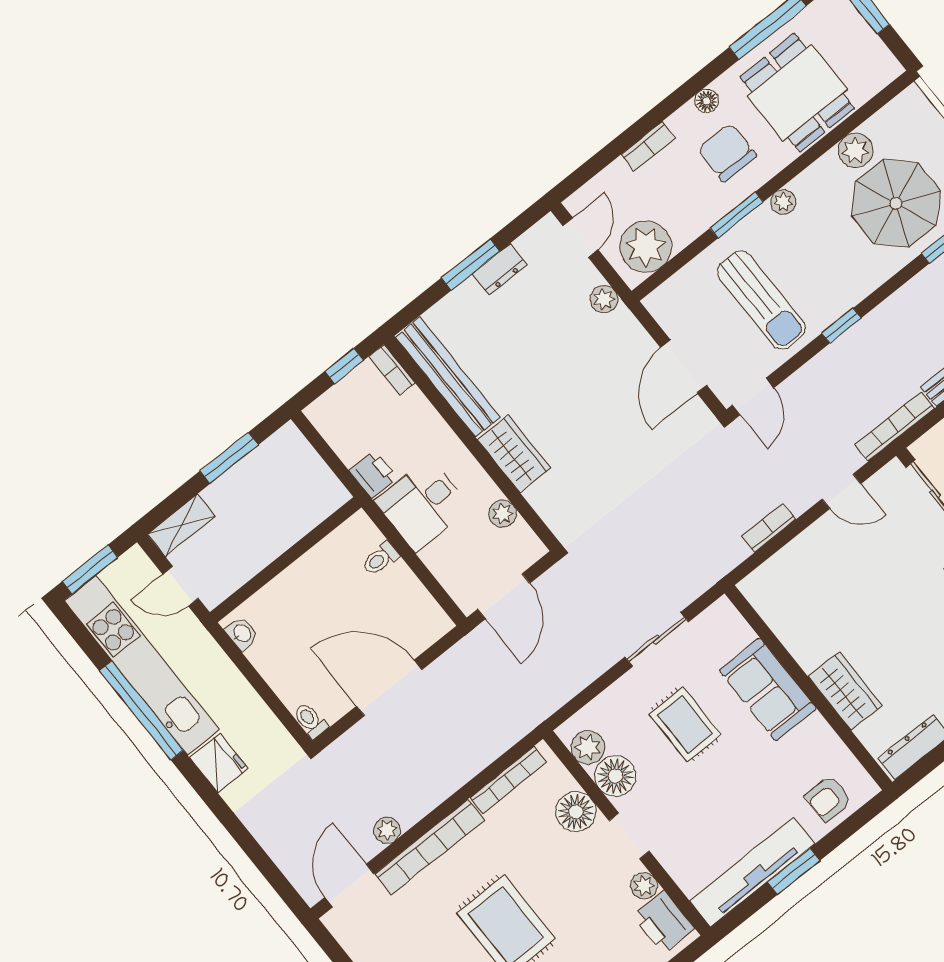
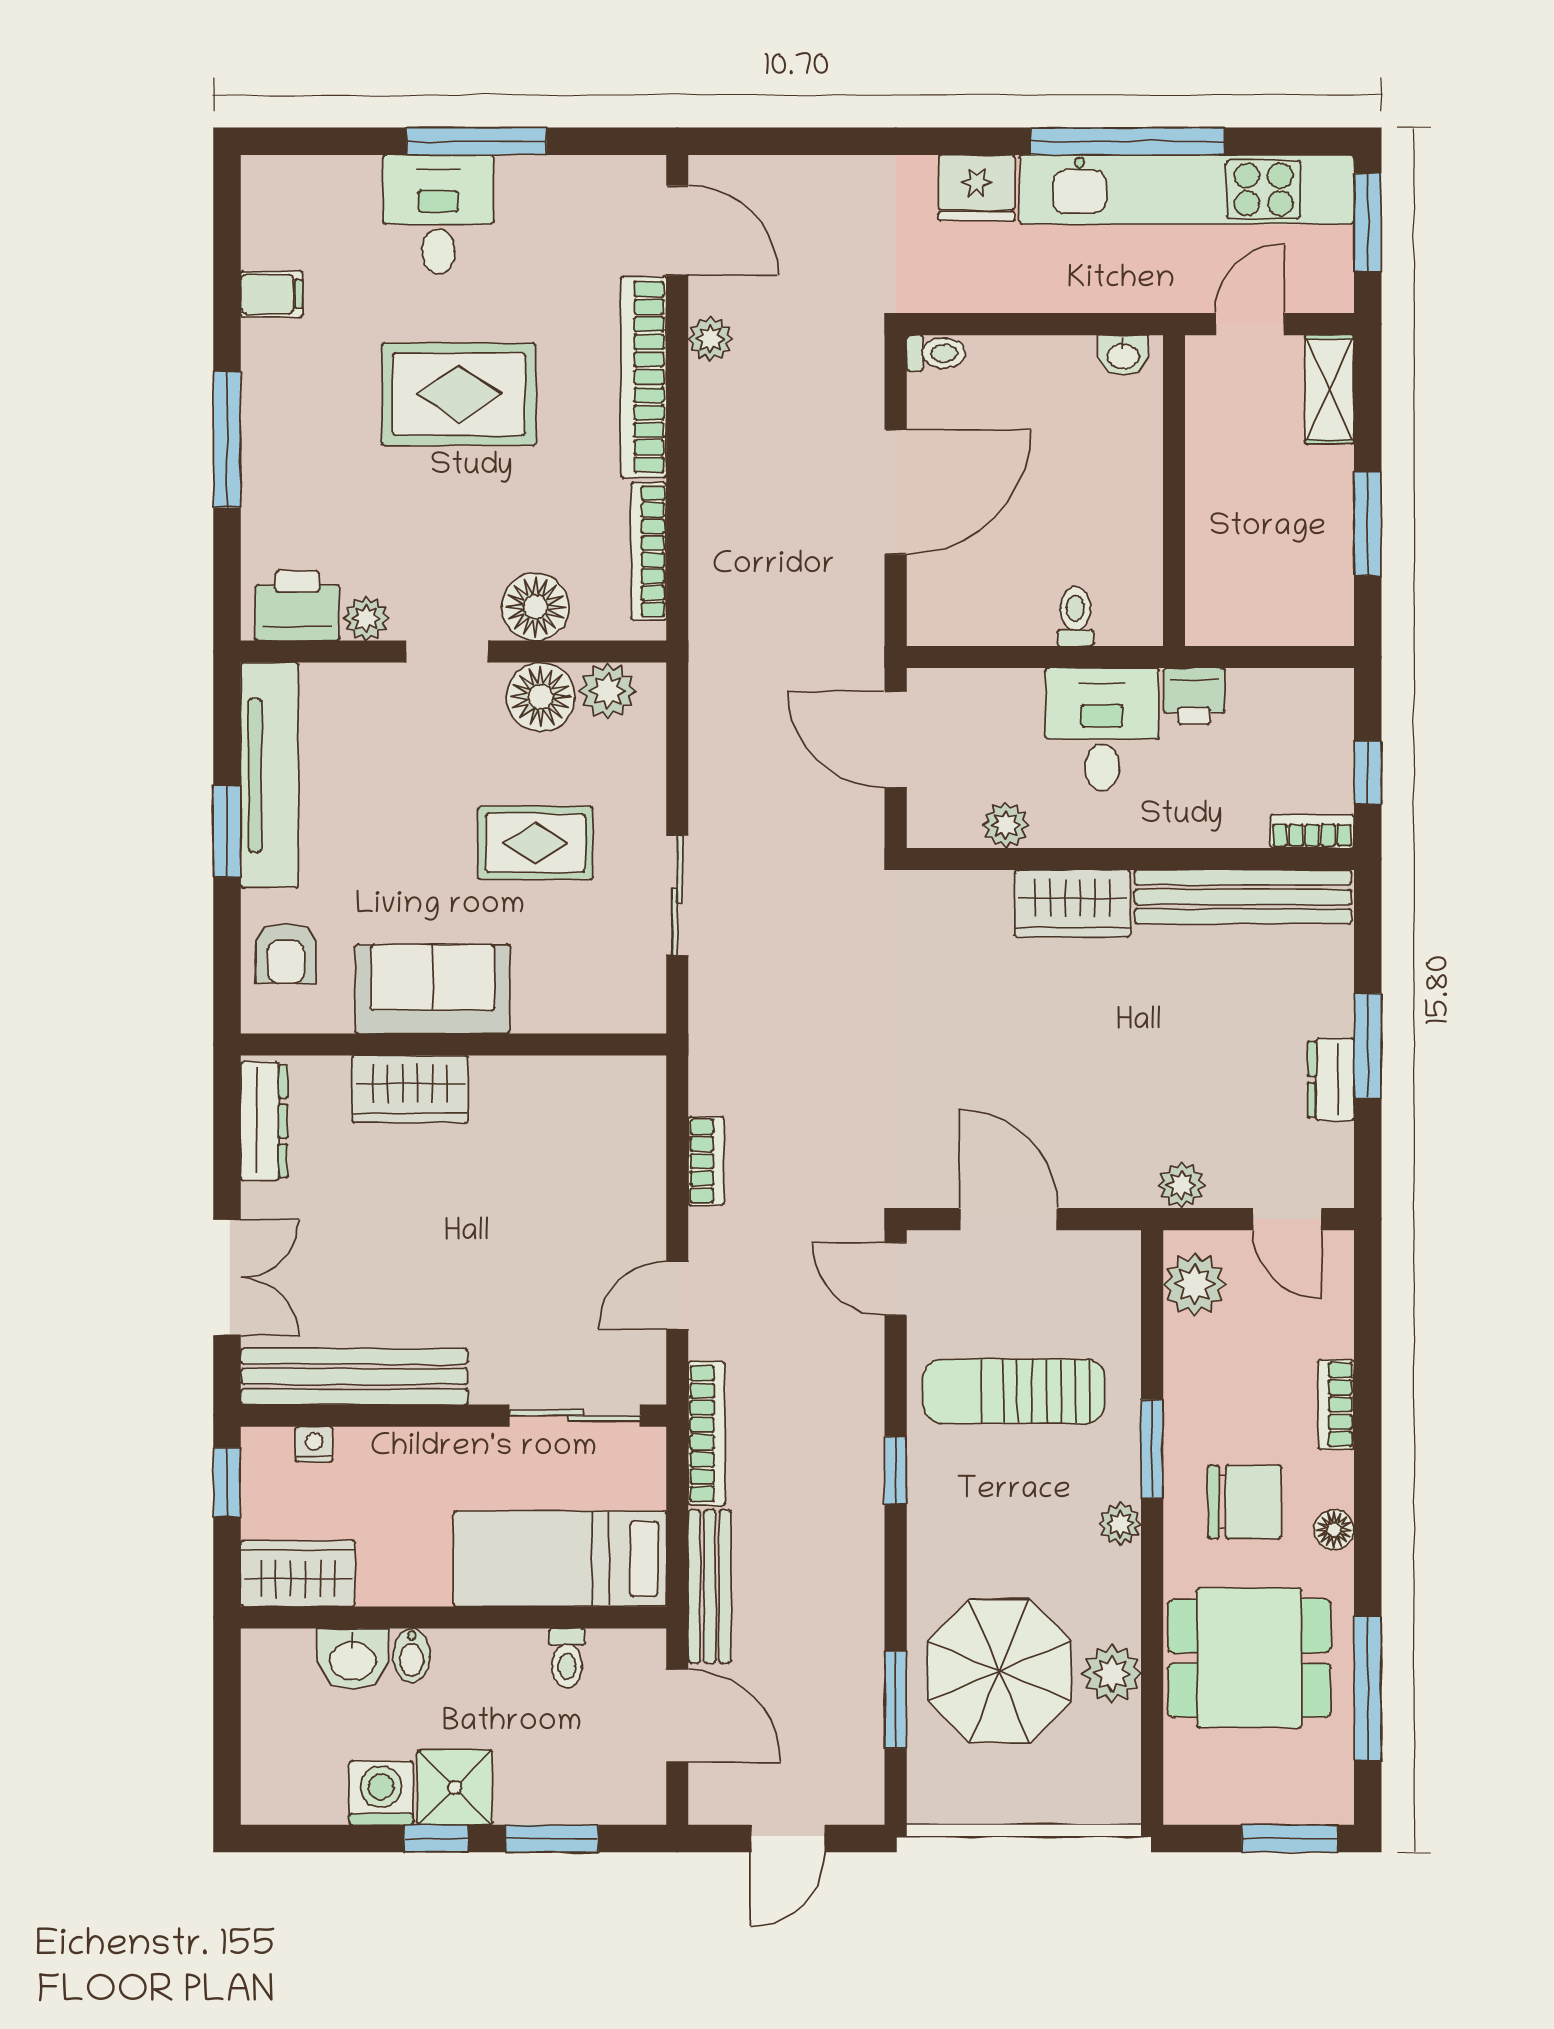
plant: (646, 247) -> (1195, 1284), width x0.73, depth x0.73
sofa: (768, 689) -> (433, 989), moved
armchair: (828, 799) -> (286, 953), turned 180

